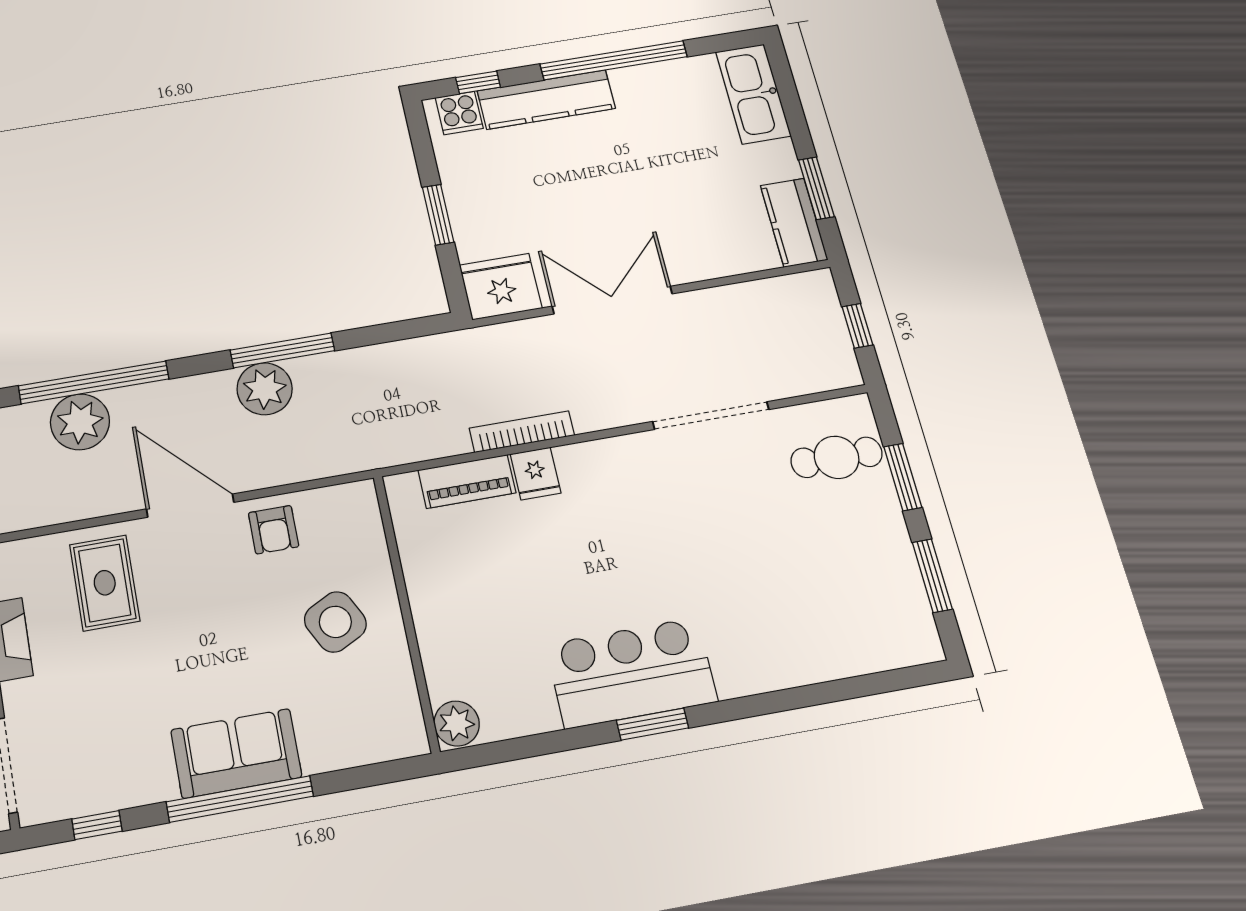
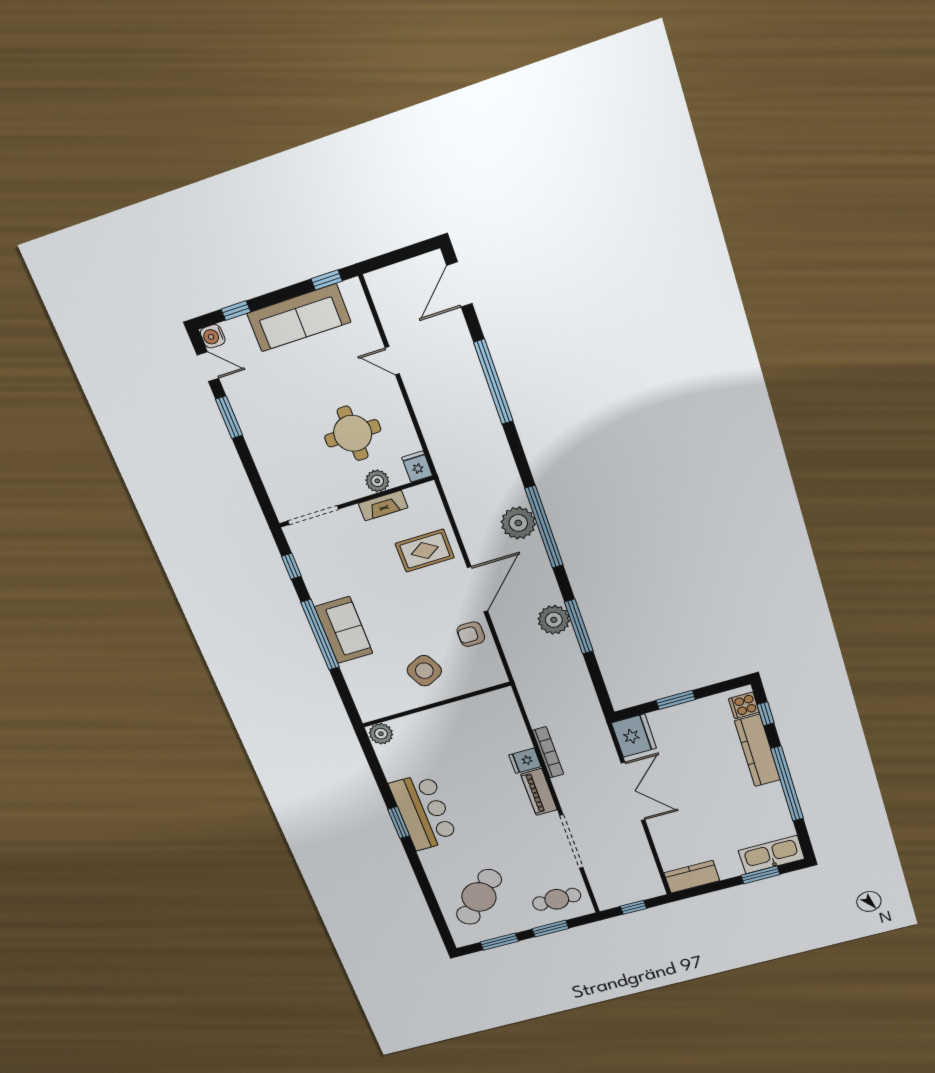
window: (816, 188) -> (761, 875), moved
cafe table: (837, 457) -> (557, 899), turned 90
piano: (467, 481) -> (539, 792), moved
cafe table: (828, 599) -> (479, 897), added

